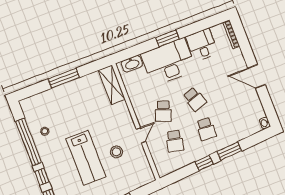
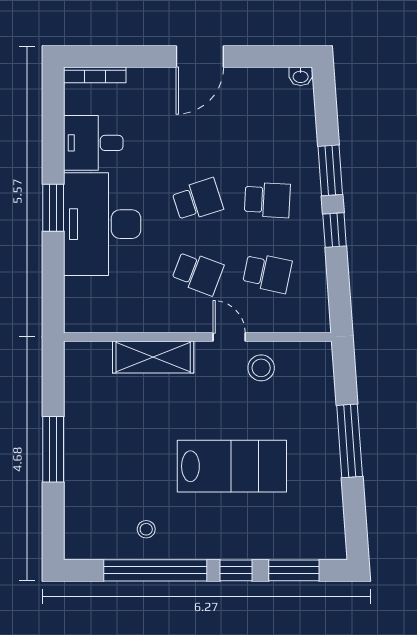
washbasin: (132, 64) -> (77, 300), removed
shelving: (112, 85) -> (153, 357), moved
stool: (116, 152) -> (261, 368), moved

